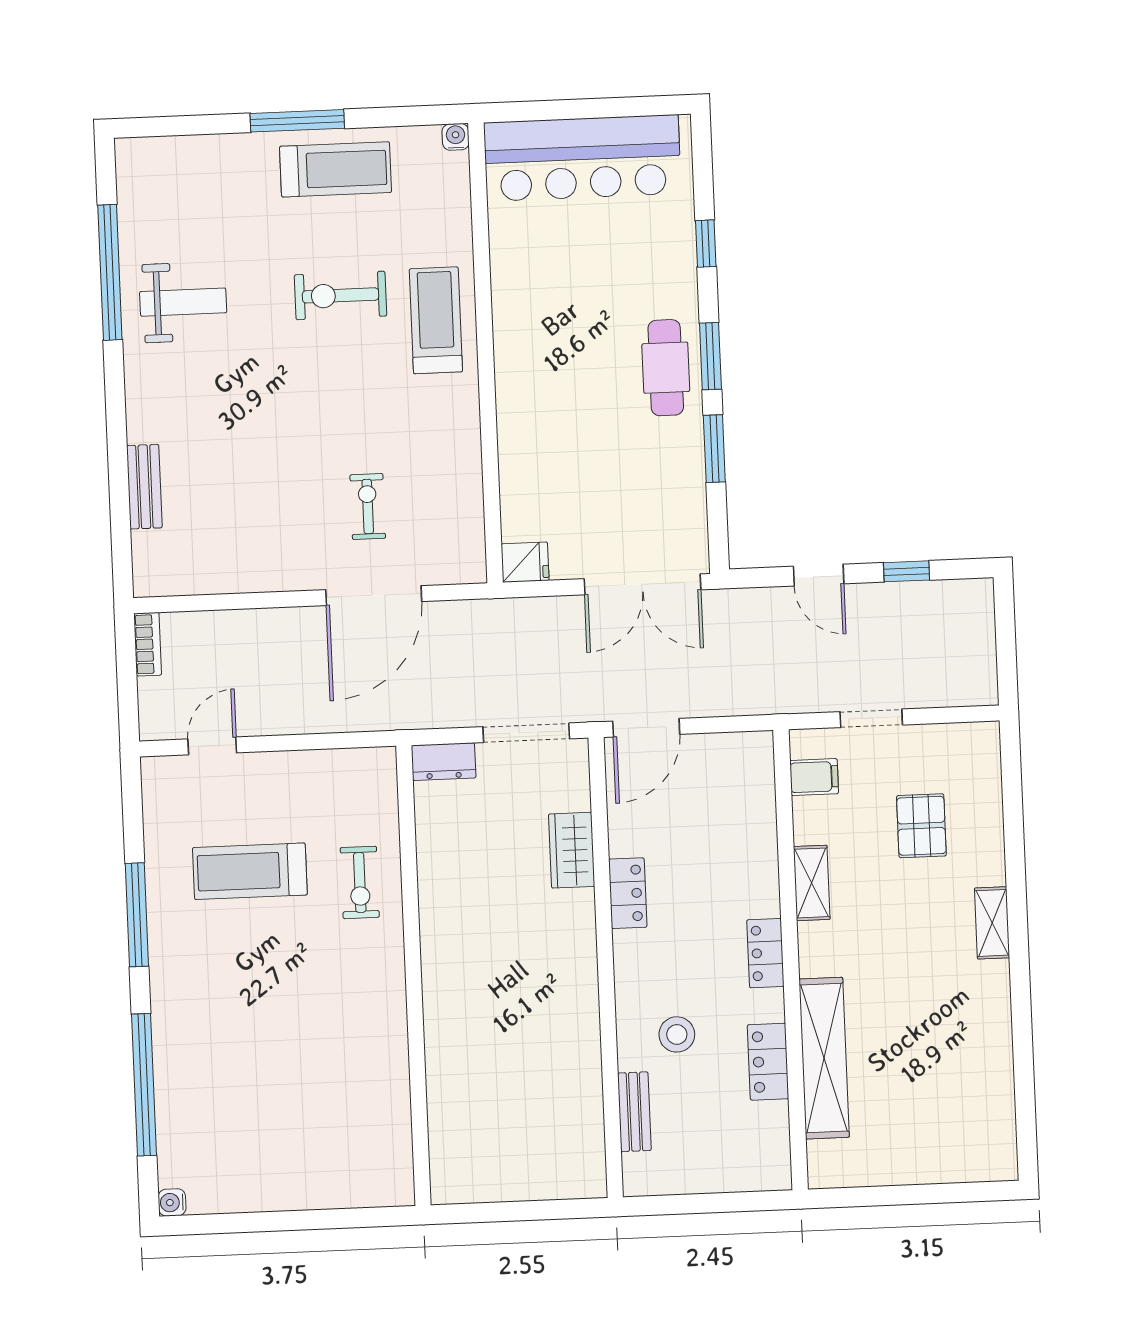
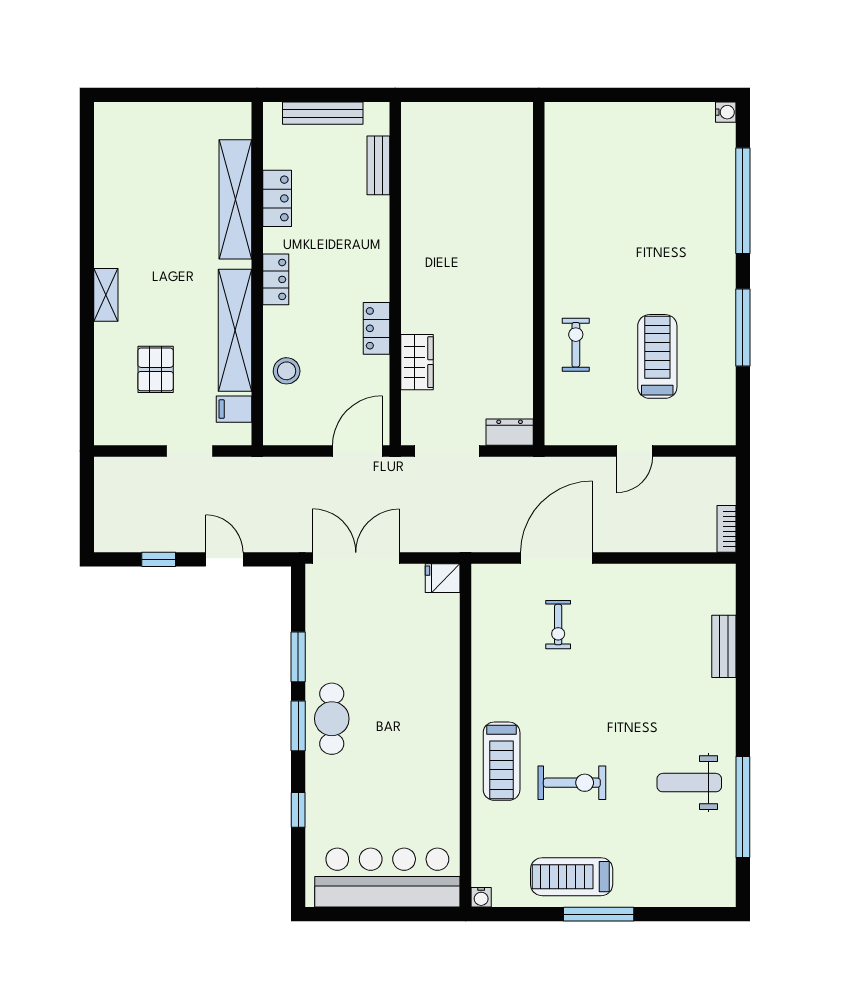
door: (212, 746) -> (634, 451), moved
treadmill: (250, 871) -> (657, 356), turned -90
shelving: (812, 883) -> (235, 330), width x2.20, depth x1.33
stool: (677, 1034) -> (287, 371), moved
bench: (712, 1178) -> (323, 113), added

